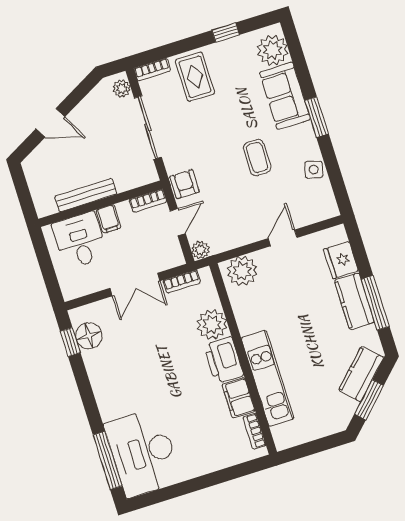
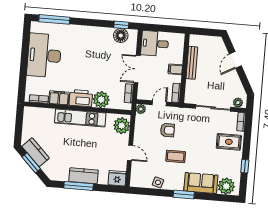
armchair: (185, 184) -> (167, 130), moved
door: (178, 222) -> (159, 103), swing flipped
desk: (80, 240) -> (155, 44), moved, turned 180
fridge: (341, 260) -> (117, 178), moved
kitchen counter: (361, 374) -> (36, 152), moved
kitchen unit: (268, 378) -> (80, 118), moved
desk: (143, 453) -> (44, 55), moved, turned -90

